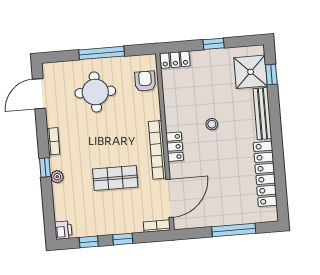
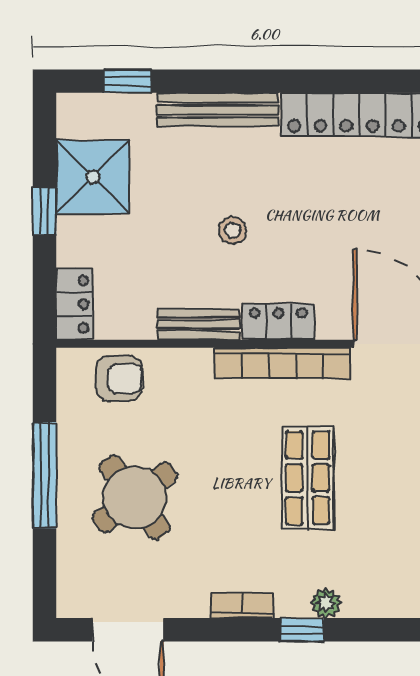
shower: (251, 72) -> (93, 177), moved
armchair: (145, 81) -> (119, 378), turned 180
round table: (95, 92) -> (135, 497), turned -37
bench: (171, 113) -> (199, 324), added
shop shelf: (115, 178) -> (308, 478), moved

